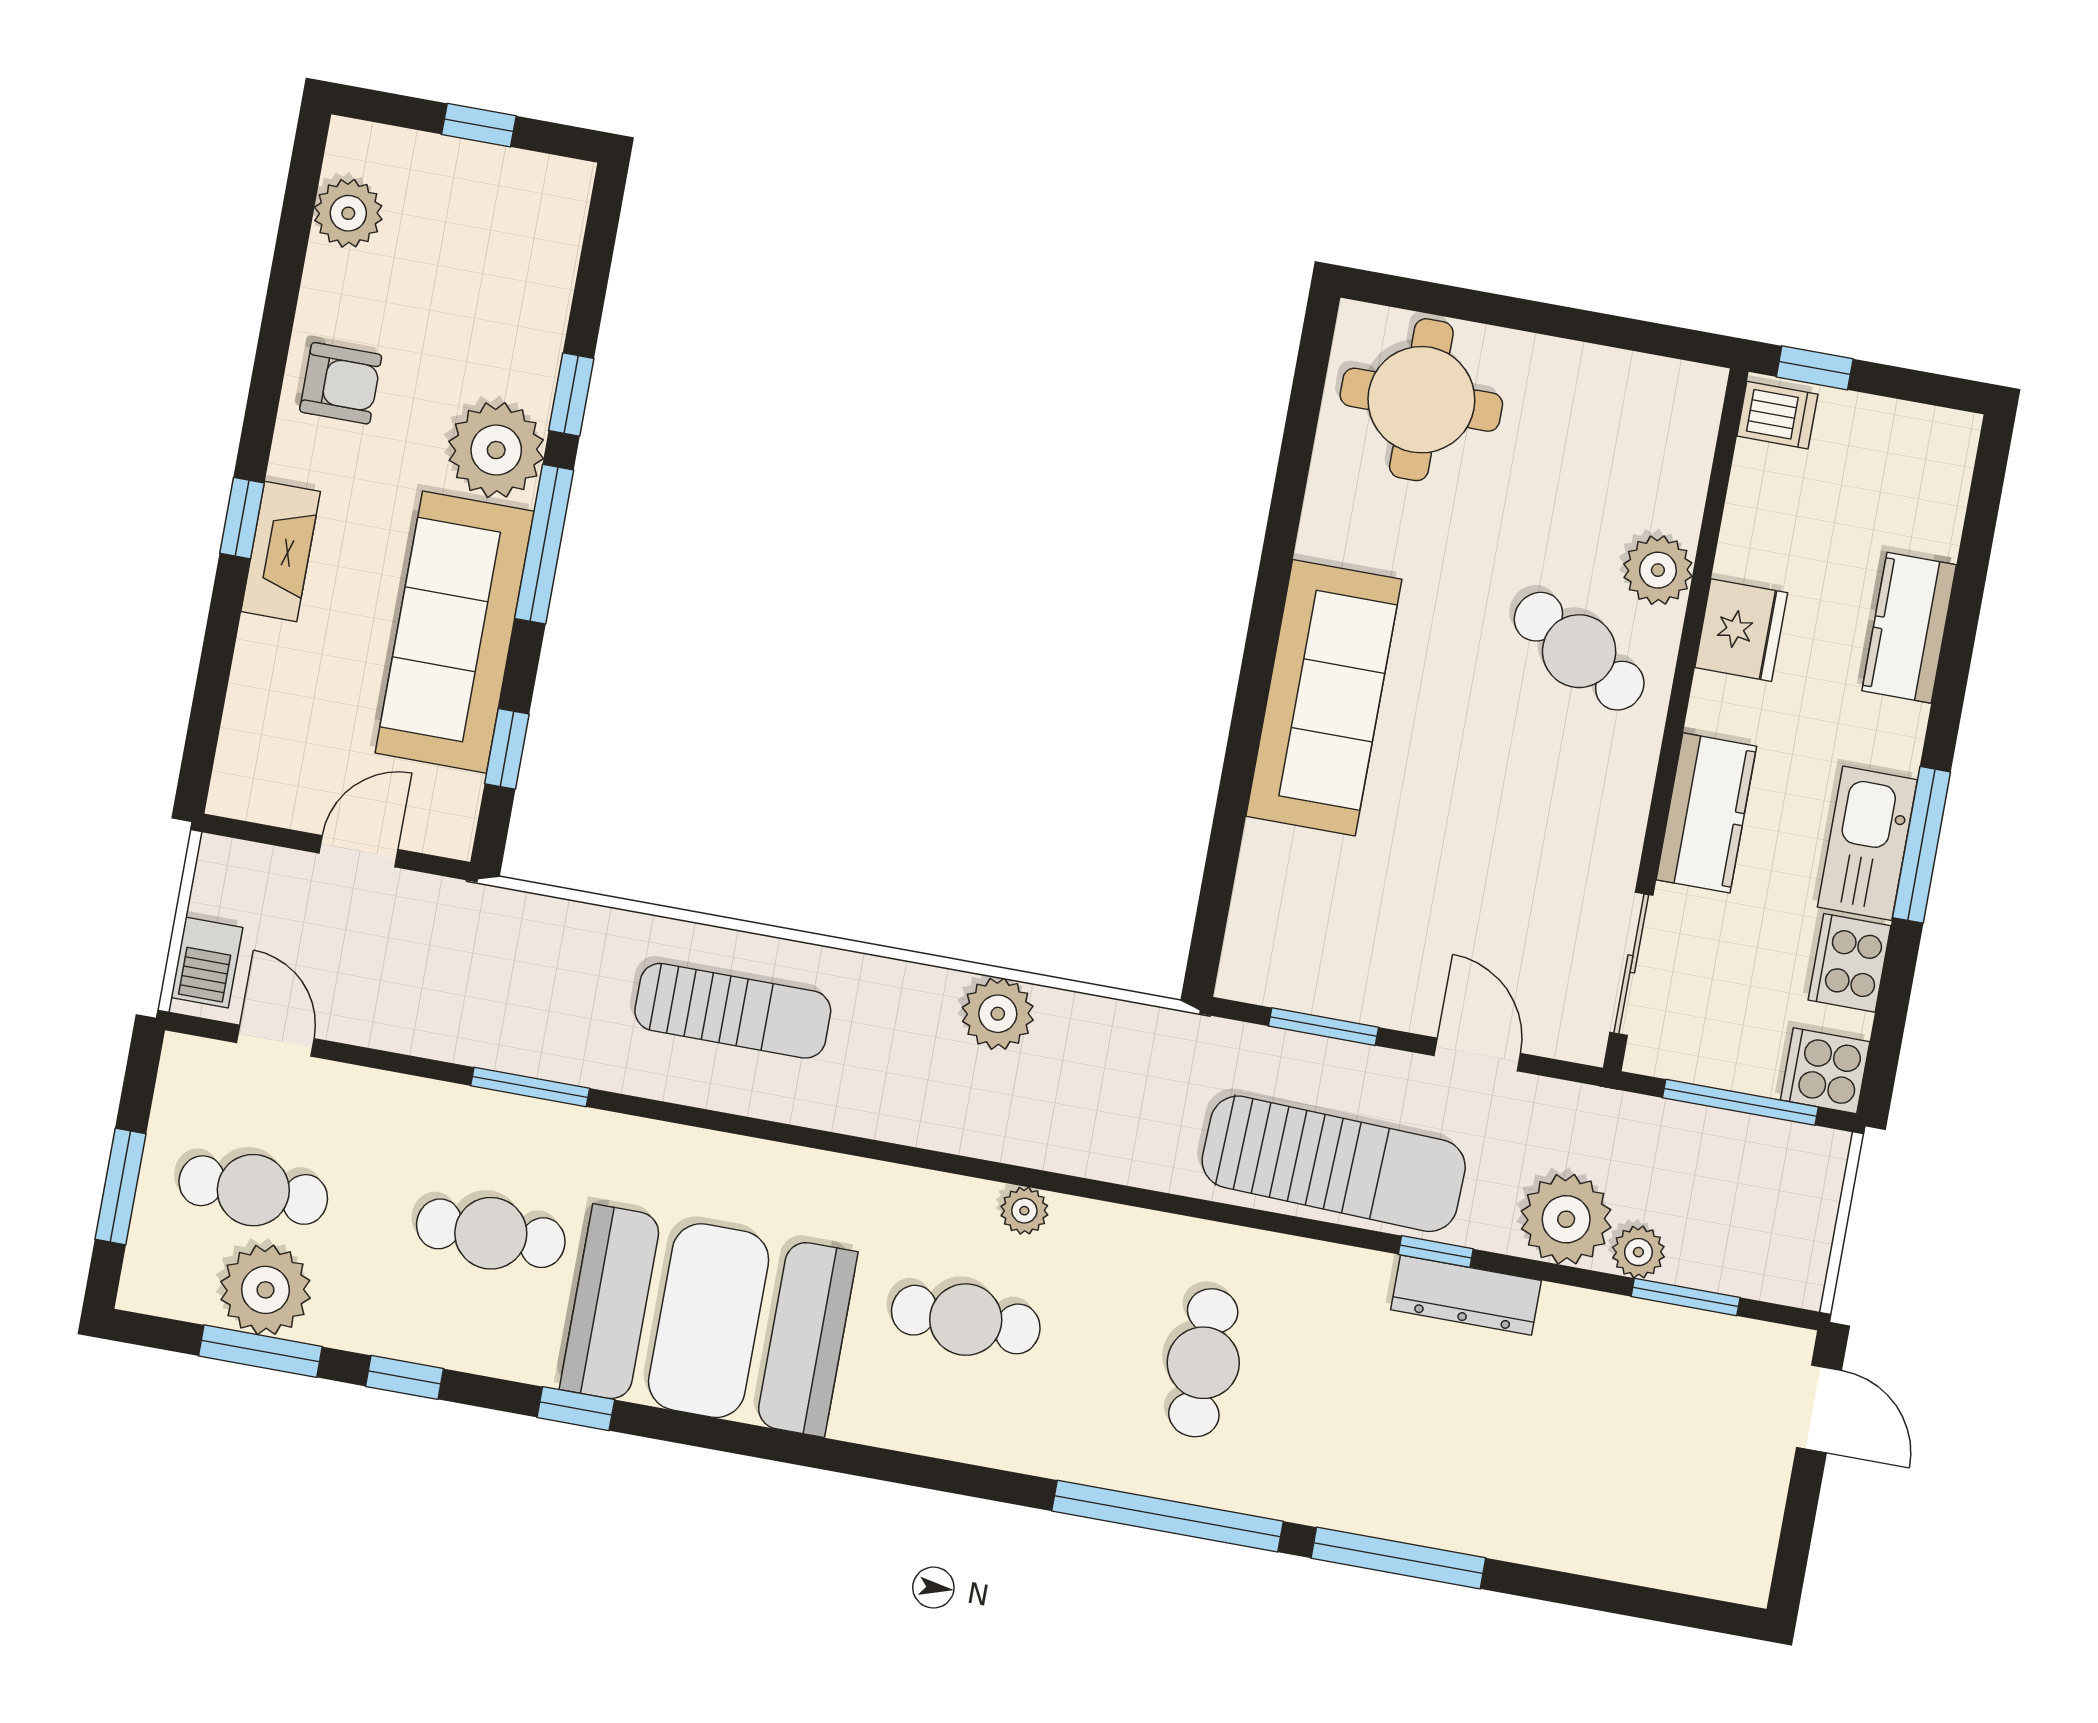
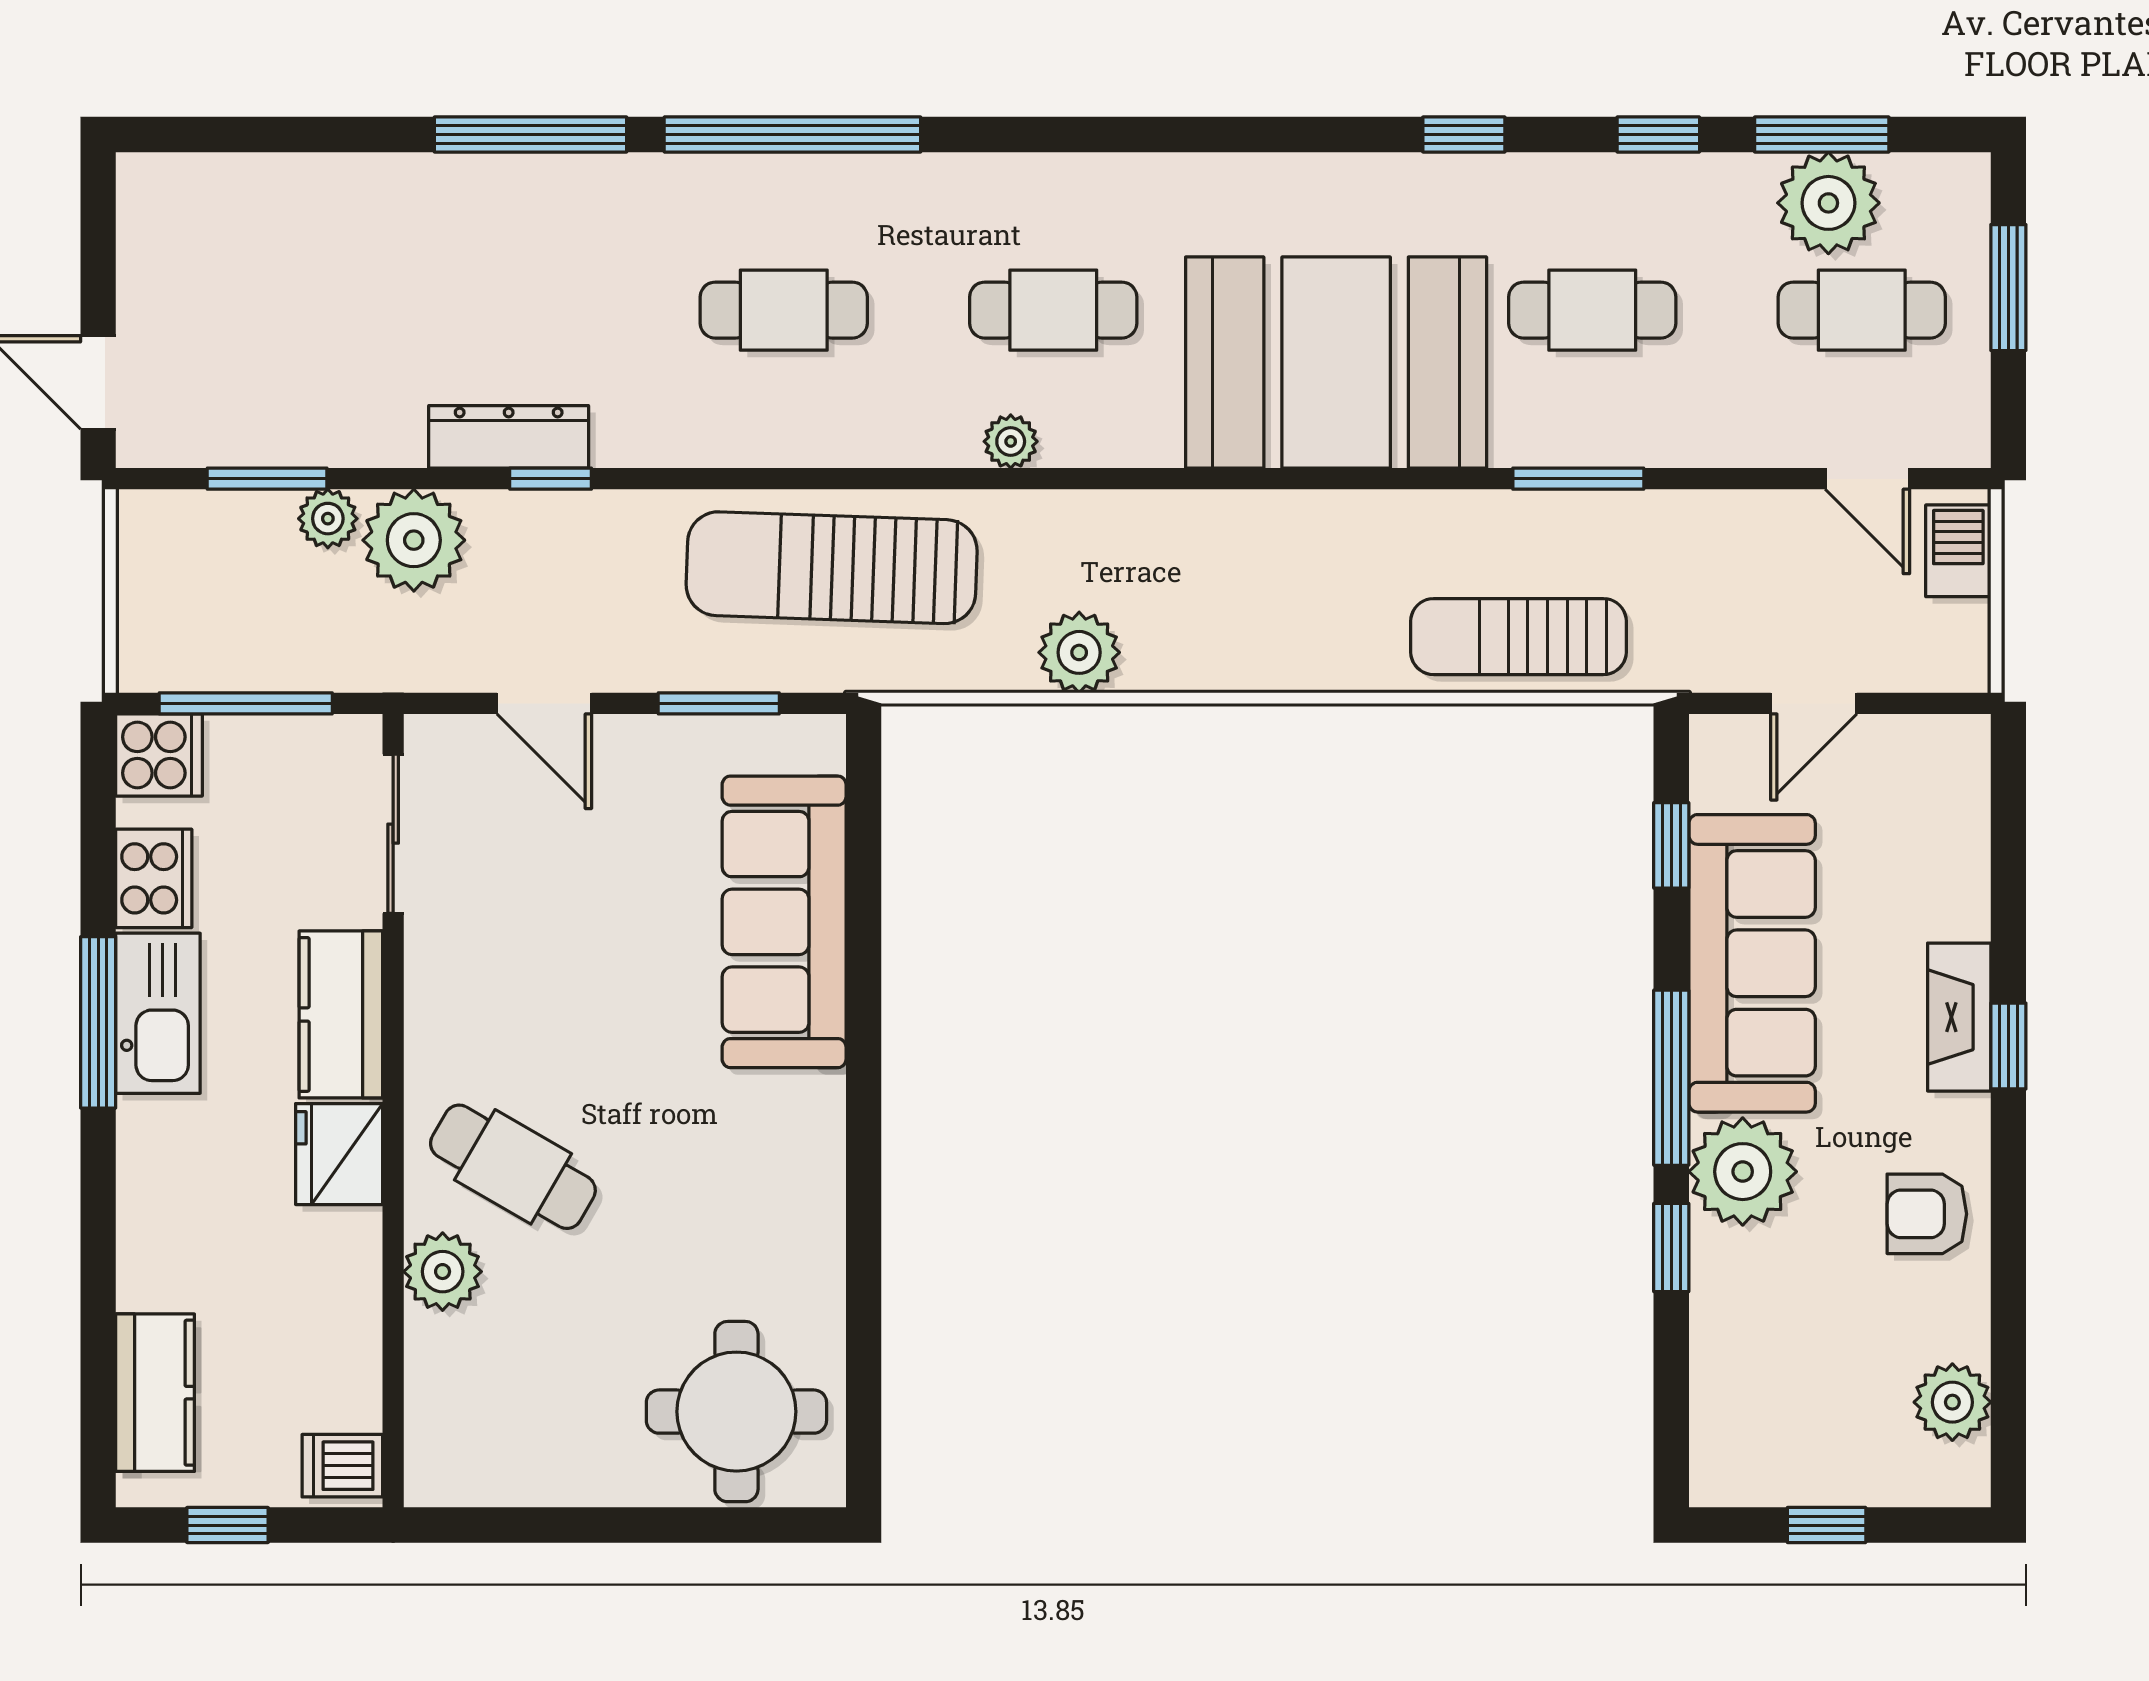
window: (1815, 368) -> (227, 1525), moved
kitchen counter: (1909, 628) -> (155, 1393), moved
fridge: (1741, 630) -> (339, 1154), moved
sofa: (1324, 698) -> (784, 922), moved
sun lounger: (733, 1011) -> (1518, 637), moved
sun lounger: (1334, 1164) -> (832, 568), moved
booth: (709, 1321) -> (1336, 363), moved
cafe table: (1203, 1363) -> (784, 310), turned 90

